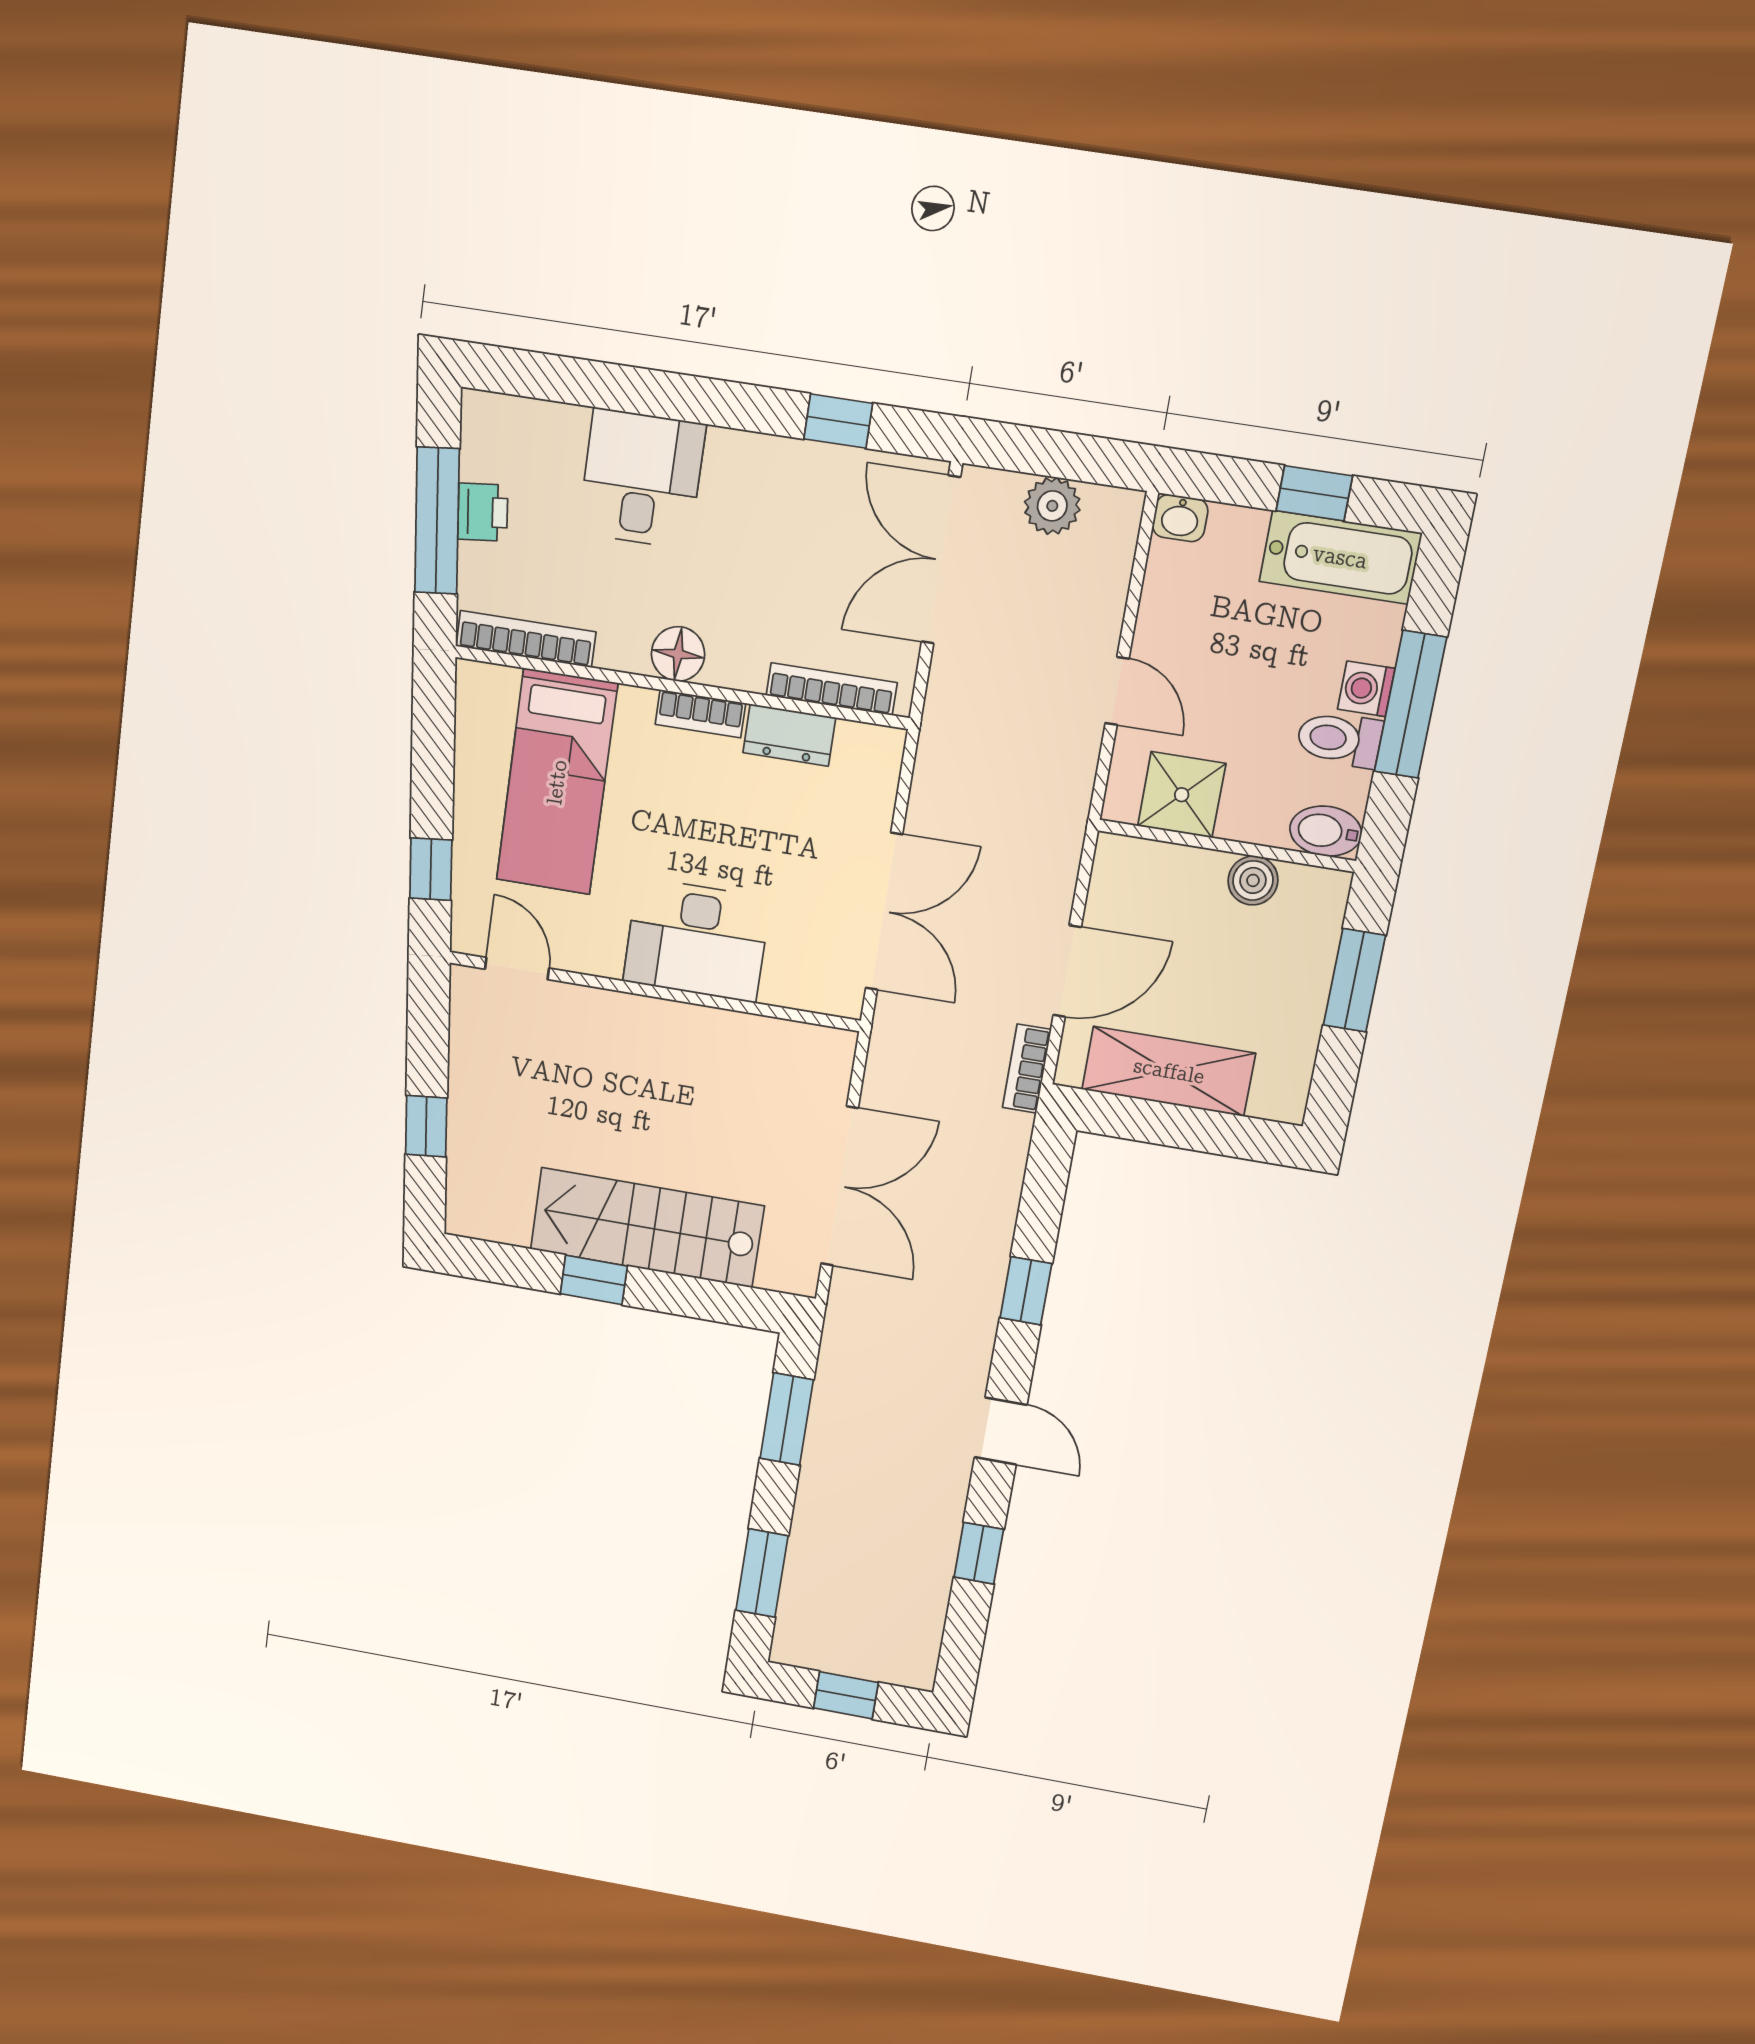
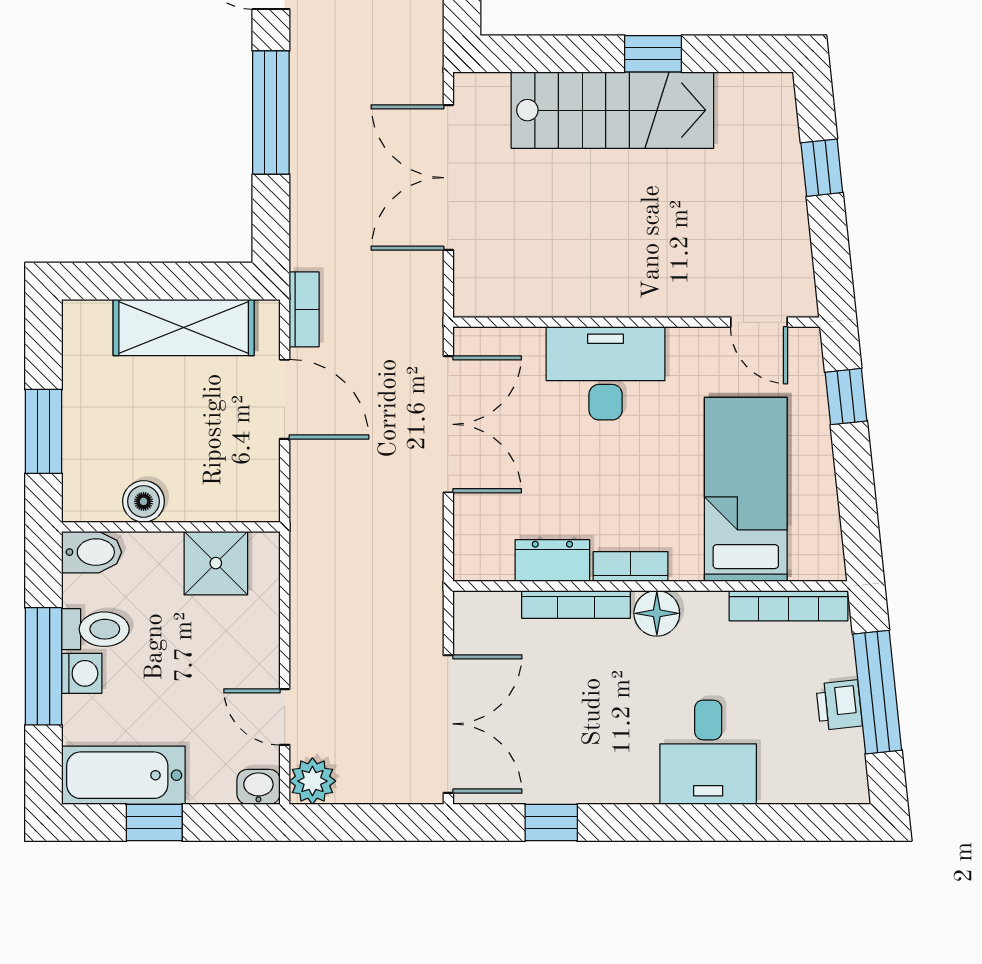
plant: (1052, 506) -> (312, 781), moved
bookcase: (832, 689) -> (576, 604), moved
door: (1117, 691) -> (285, 717), moved
double door: (884, 912) -> (448, 424), swing flipped
door: (1067, 971) -> (285, 399), swing flipped
window: (1026, 1291) -> (271, 112), width x2.17

